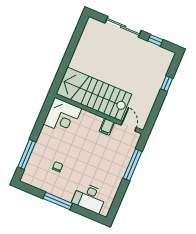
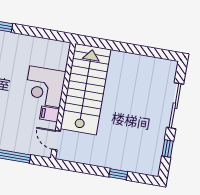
corner desk: (63, 116) -> (45, 87), moved
door: (129, 126) -> (56, 140), swing flipped

